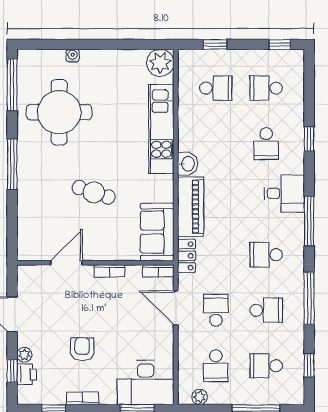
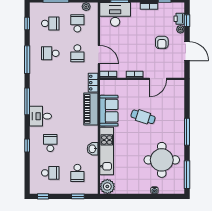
school desk: (216, 88) -> (77, 173), turned -90
washbasin: (187, 164) -> (93, 149), moved
sofa: (157, 232) -> (109, 111), moved
school desk: (266, 255) -> (50, 83), removed
armchair: (82, 349) -> (162, 42), moved

